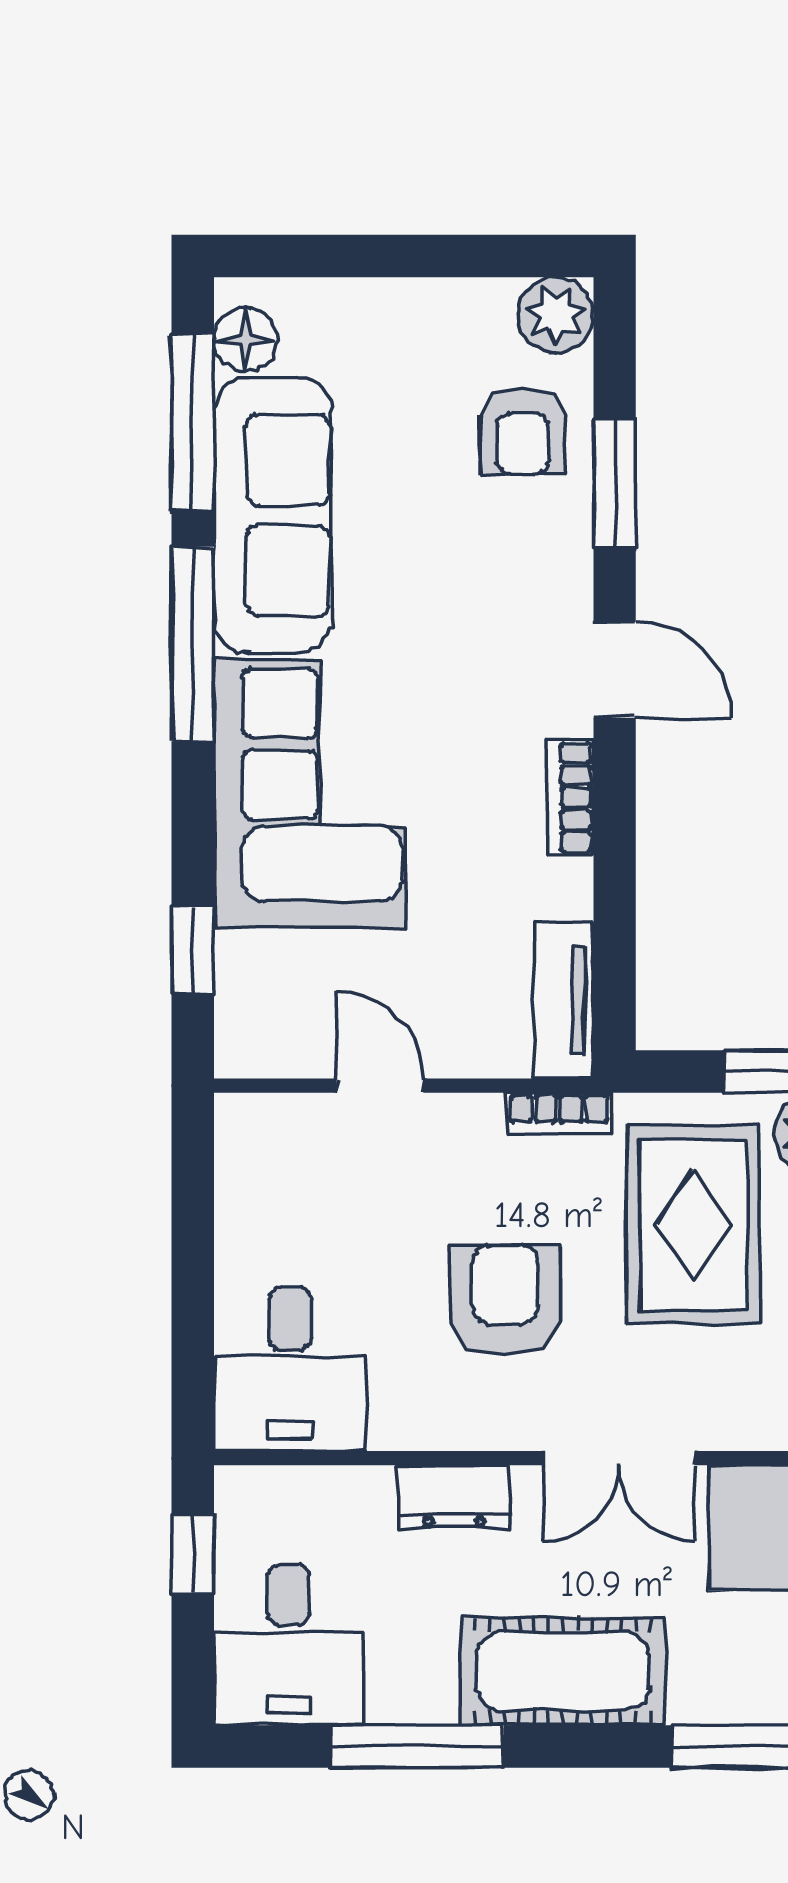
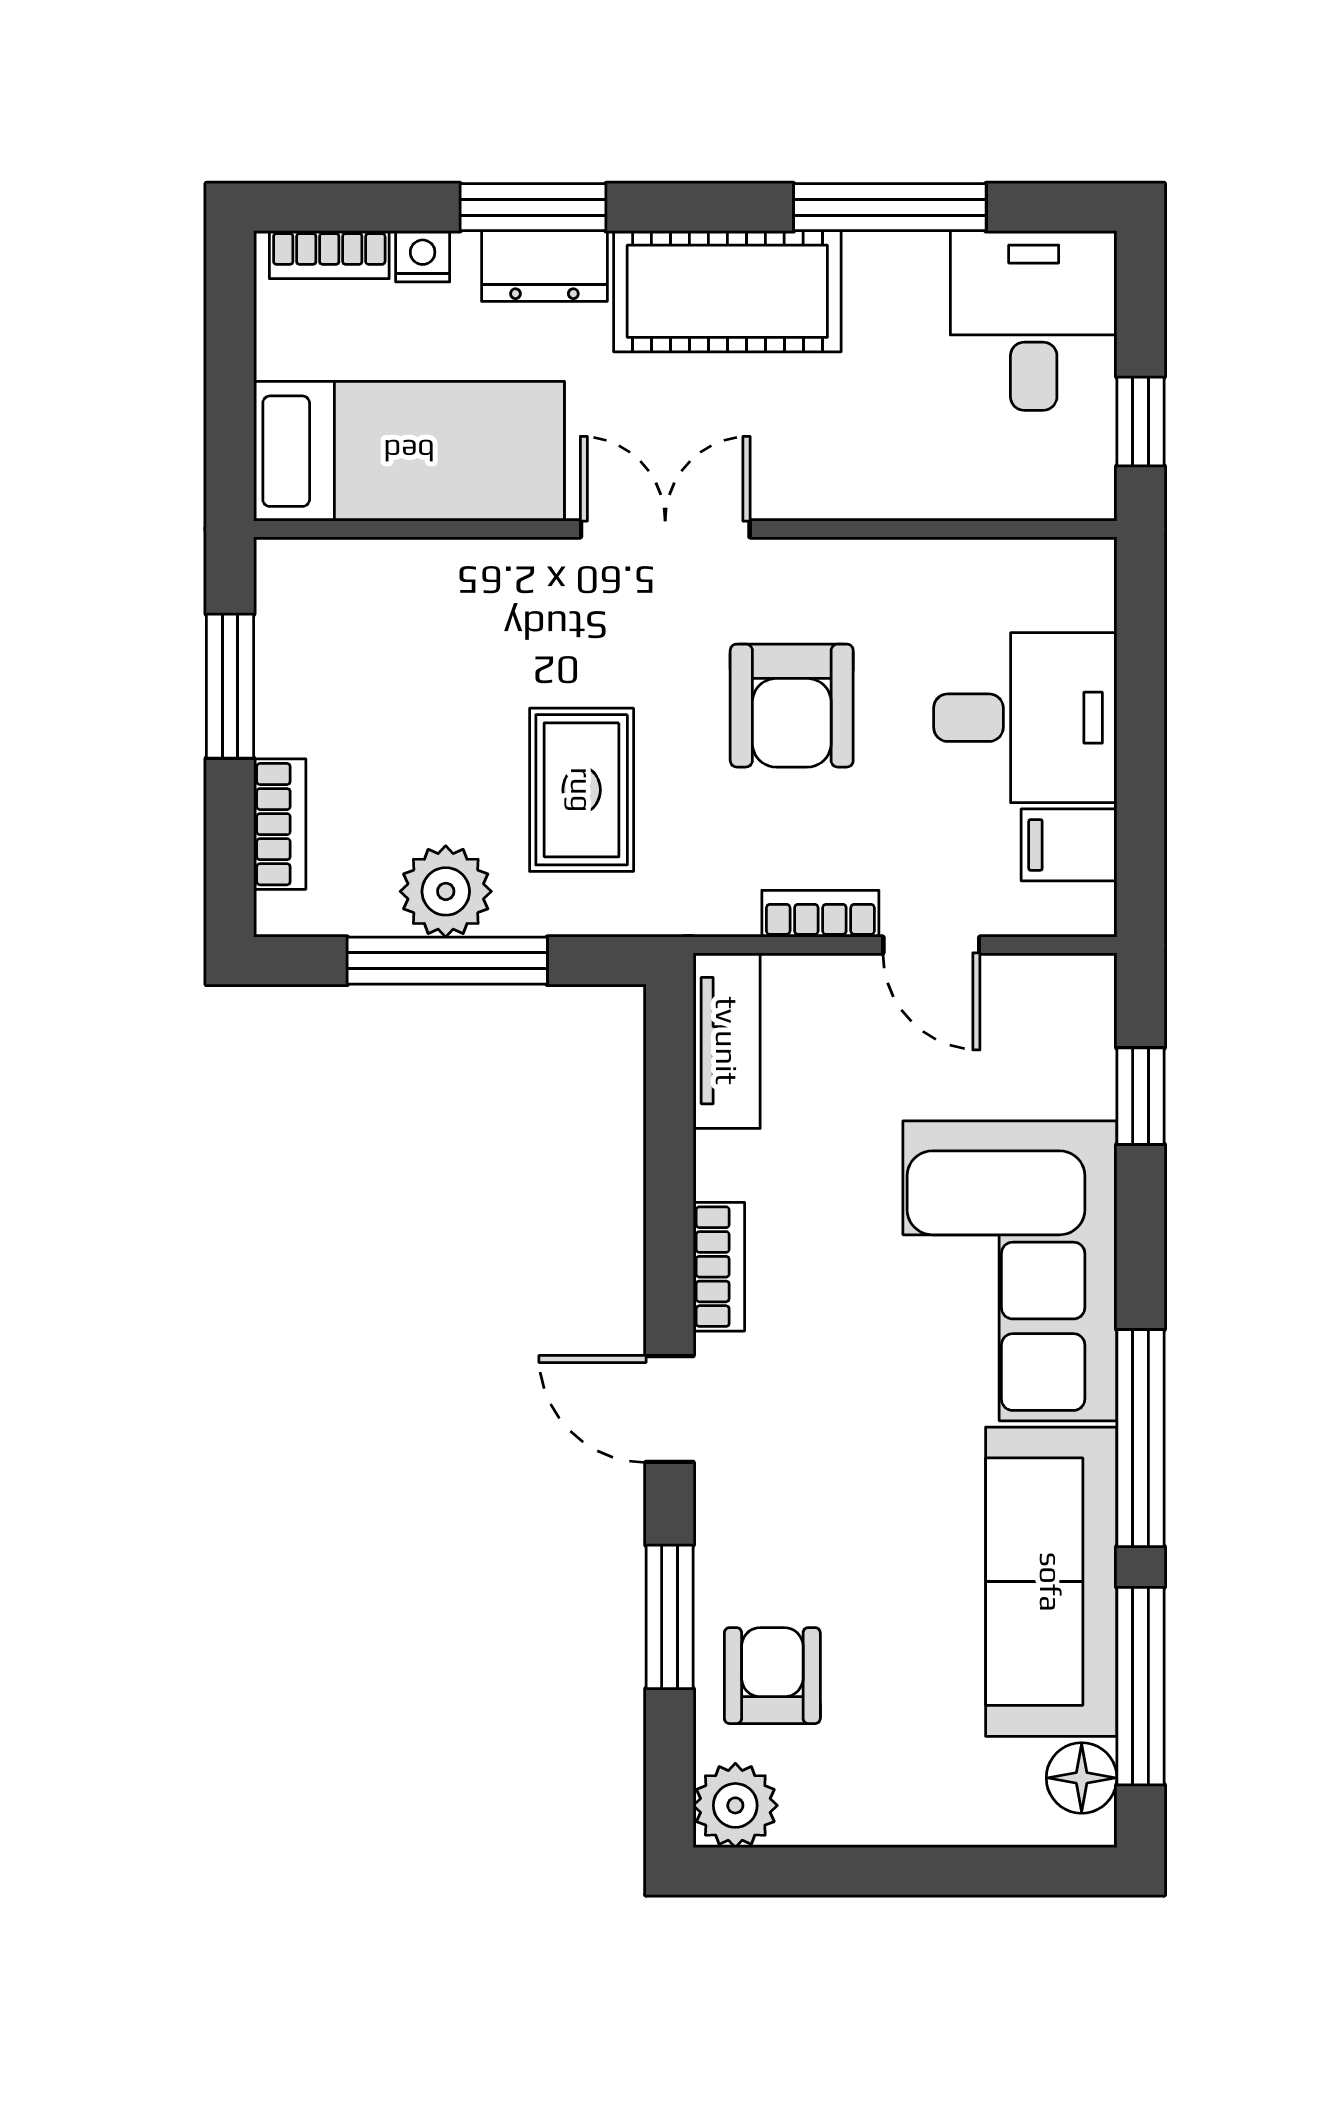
bookcase: (559, 1114) -> (820, 914), moved
filing cabinet: (257, 1175) -> (1069, 845), added
rug: (693, 1225) -> (582, 790), width x0.73, depth x0.70
desk: (290, 1369) -> (1025, 718), moved, turned 90
dresser: (454, 1497) -> (544, 266), moved, turned 180

